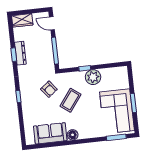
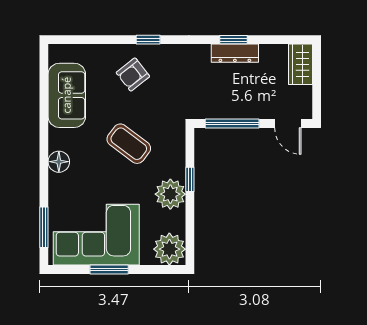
door: (52, 23) -> (288, 123), swing flipped
plant: (120, 74) -> (169, 249), added
armchair: (49, 89) -> (133, 74), moved
floor lamp: (73, 135) -> (59, 162), moved

